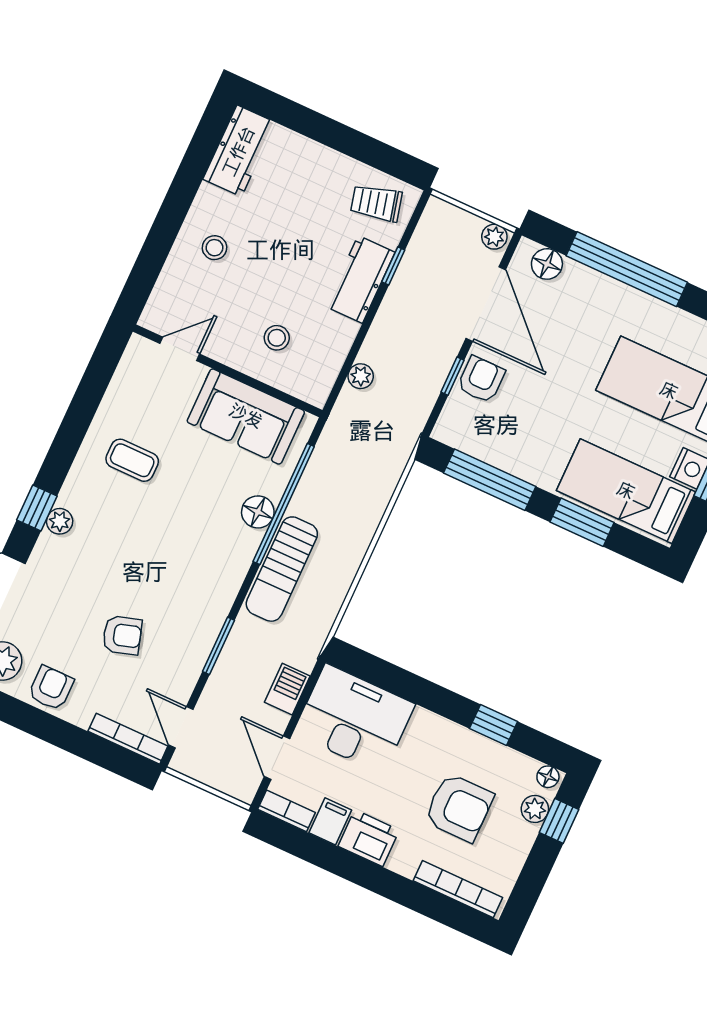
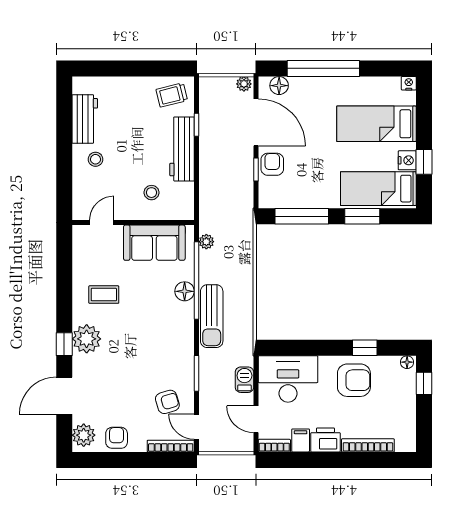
workbench: (239, 151) -> (85, 119), moved
workbench: (360, 279) -> (182, 149), width x1.38
plant: (361, 376) -> (206, 242), moved
plant: (60, 521) -> (87, 339), width x1.88, depth x1.88
armchair: (122, 635) -> (167, 402), moved
armchair: (459, 808) -> (354, 380), moved
plant: (535, 809) -> (408, 383), removed
bookcase: (458, 889) -> (368, 445), moved

